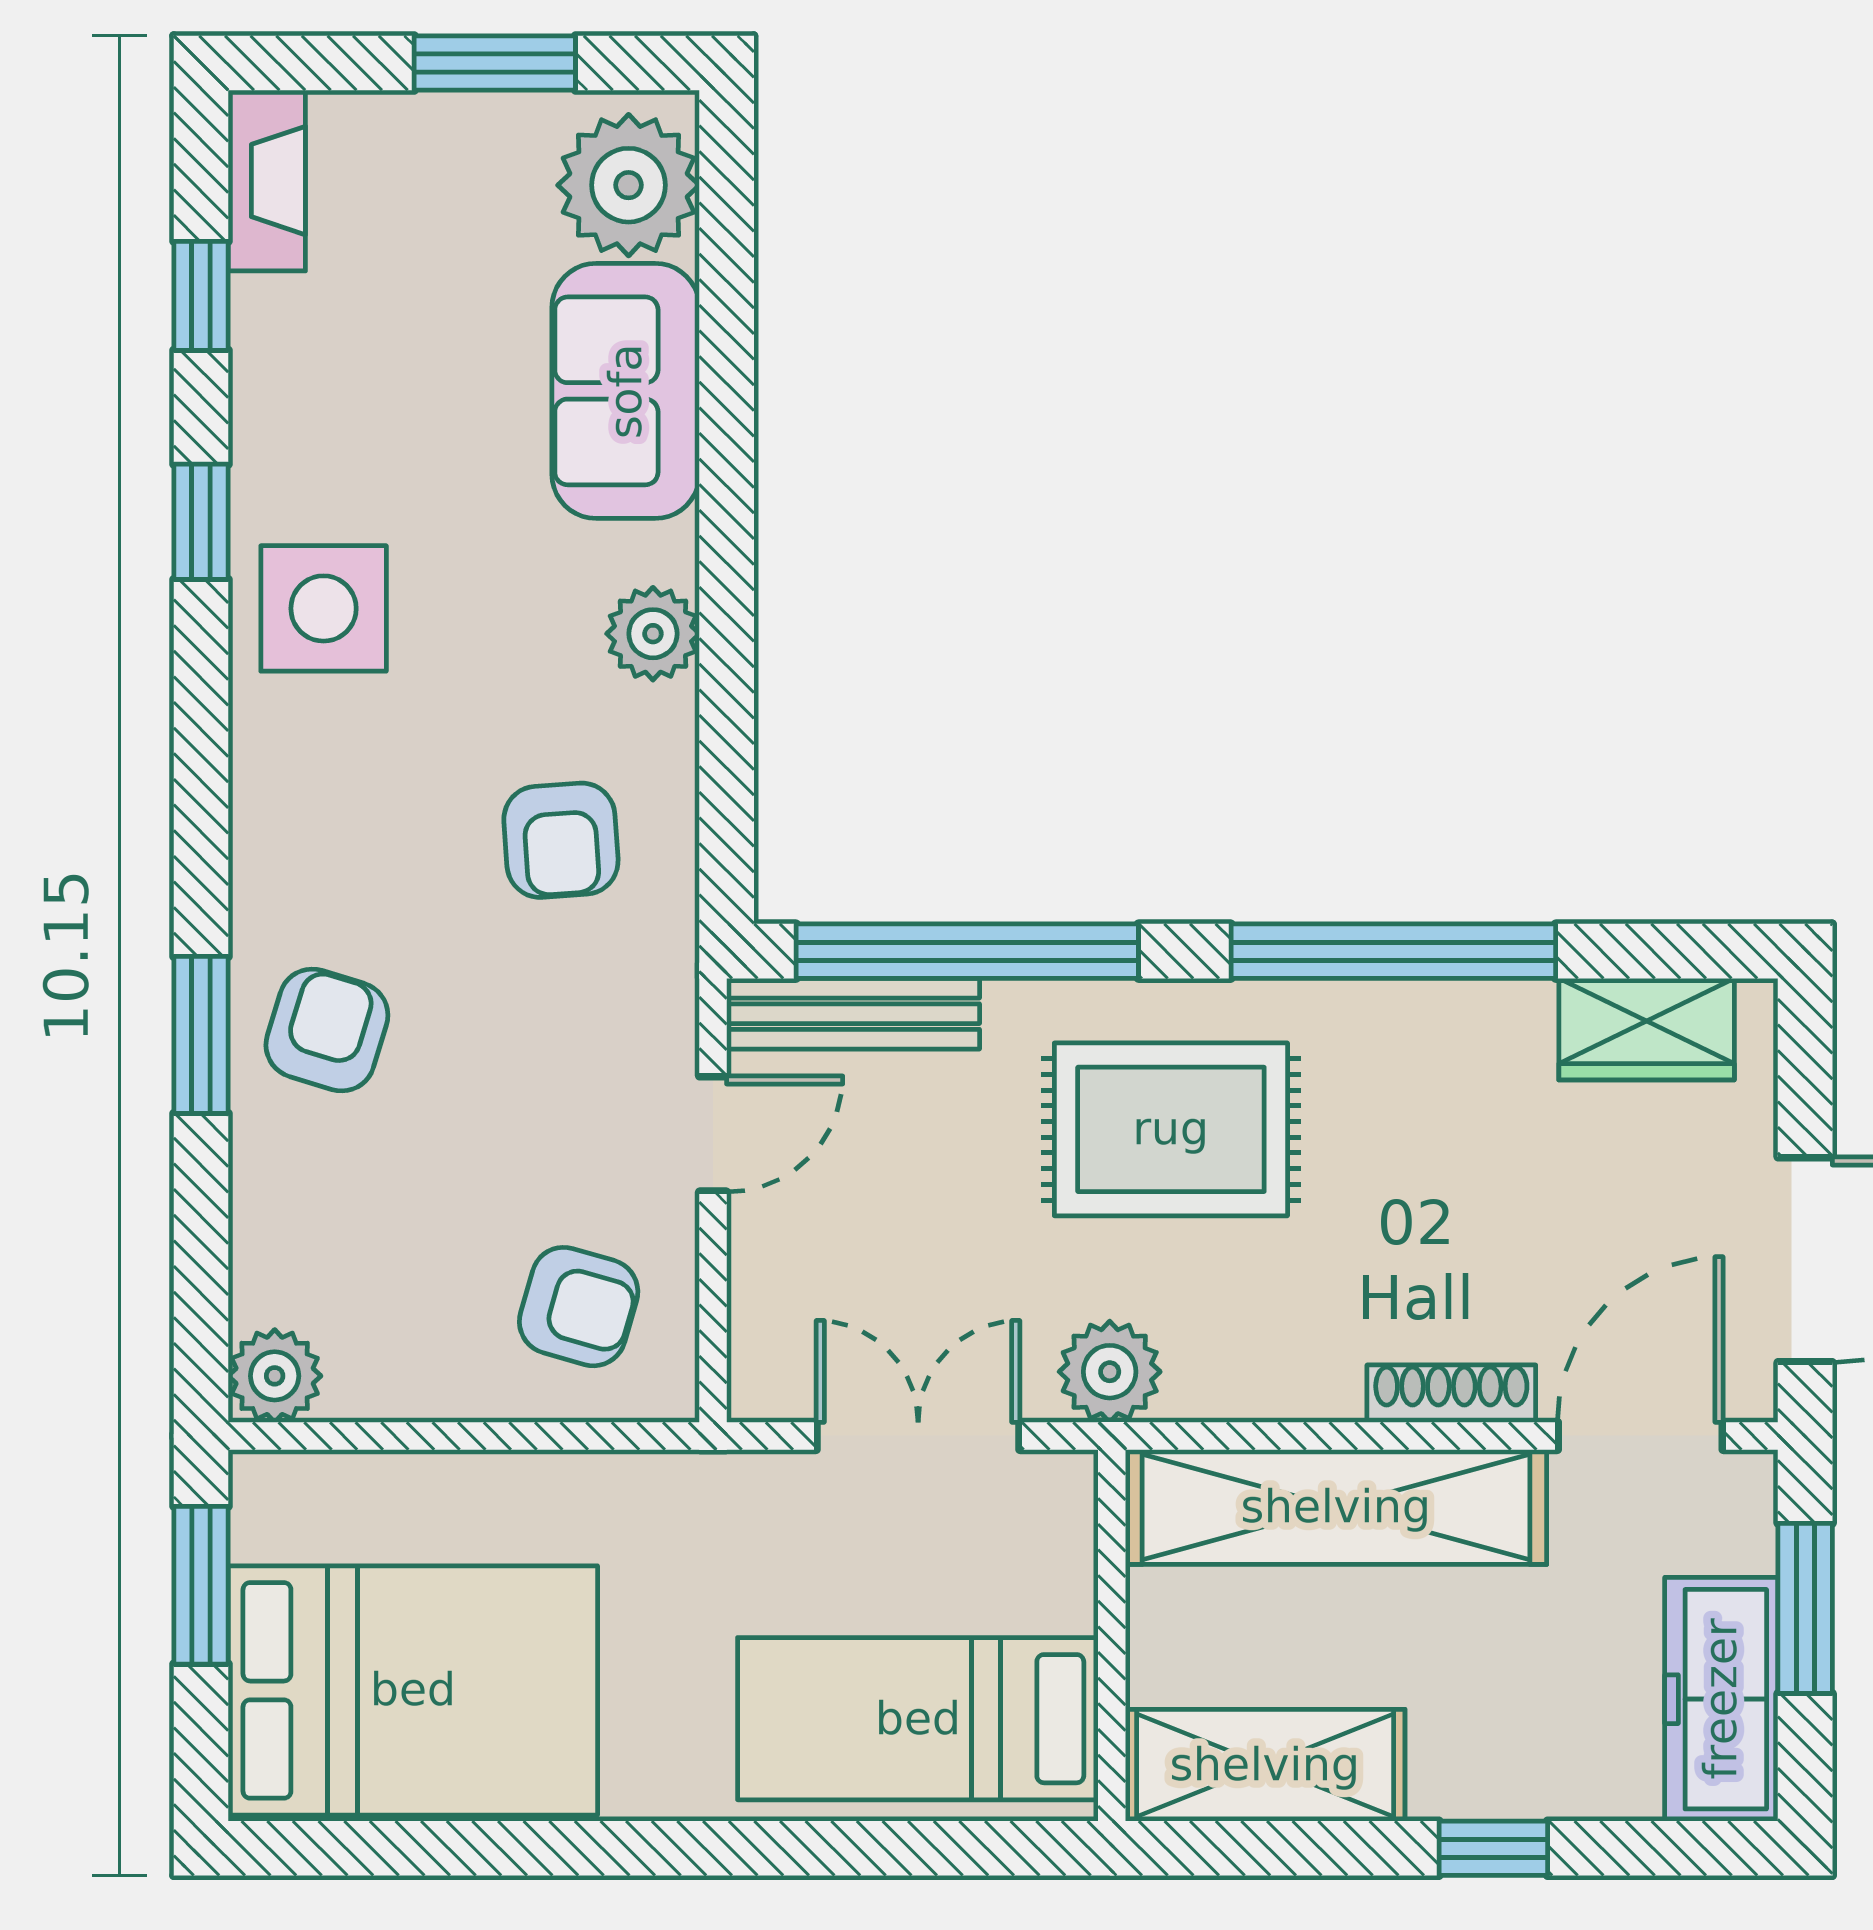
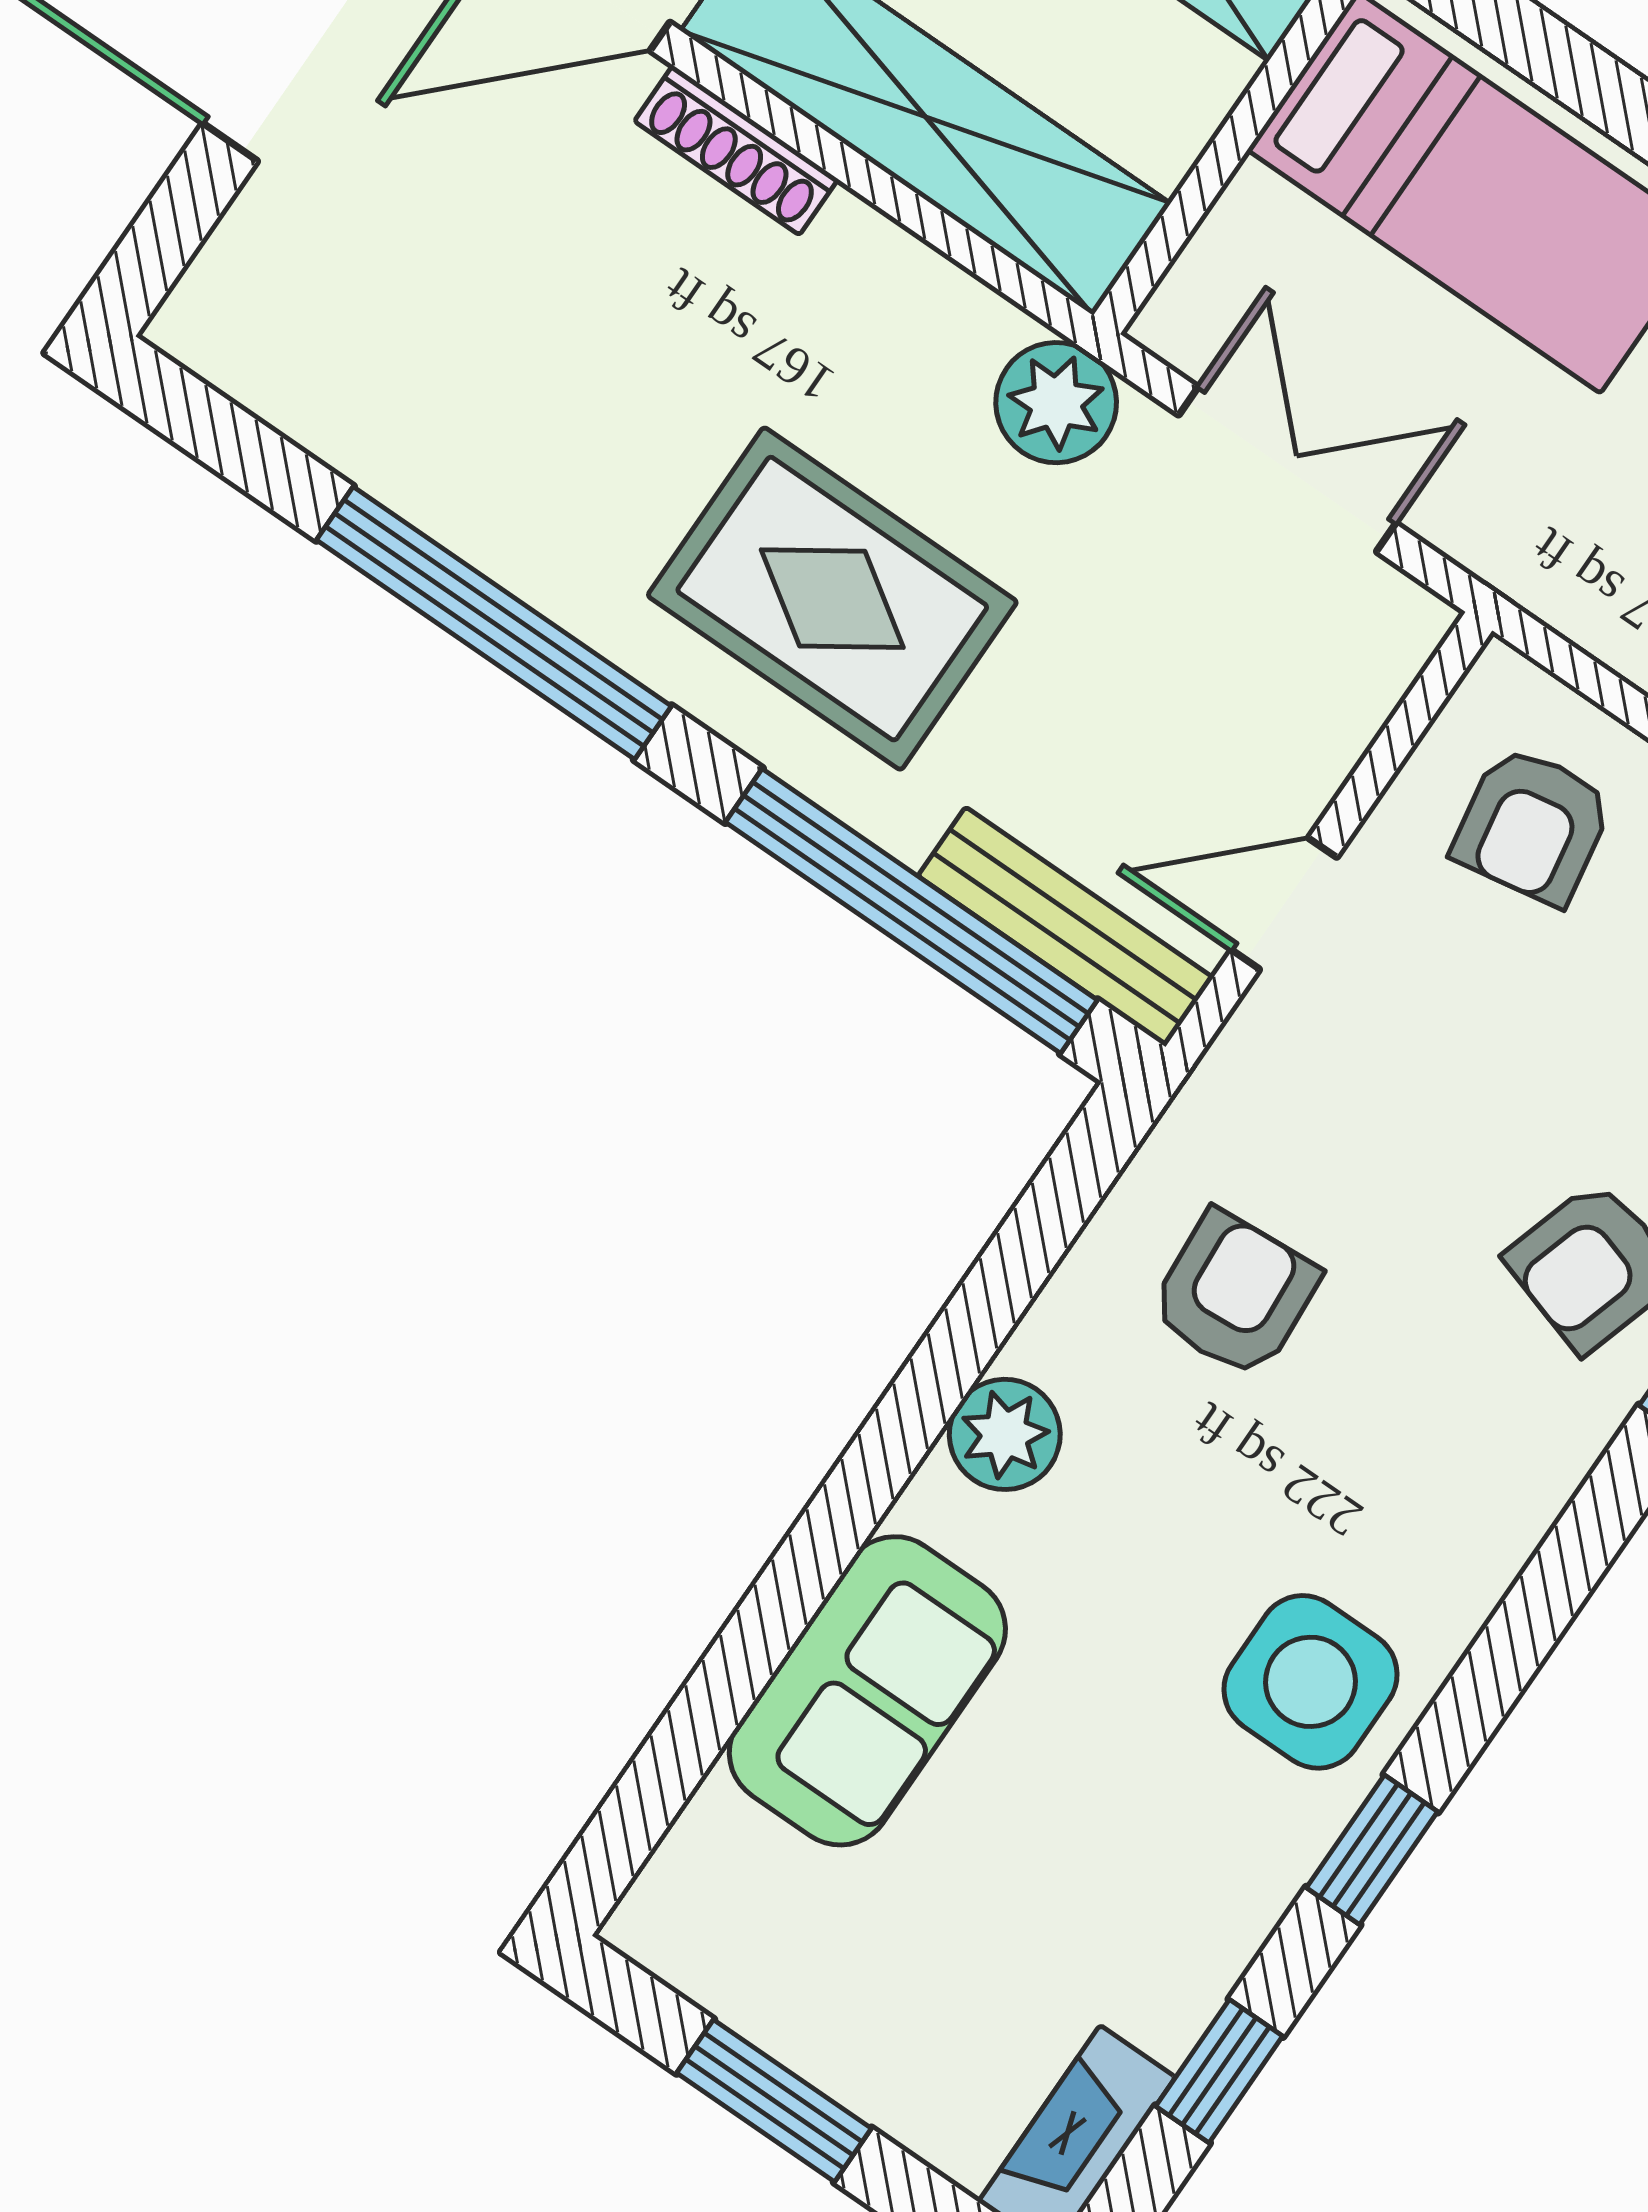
plant: (629, 185) -> (726, 1891), removed
wardrobe: (1647, 1029) -> (298, 375), removed
armchair: (579, 1307) -> (1532, 825), turned -116
double door: (918, 1436) -> (1287, 469), swing flipped

